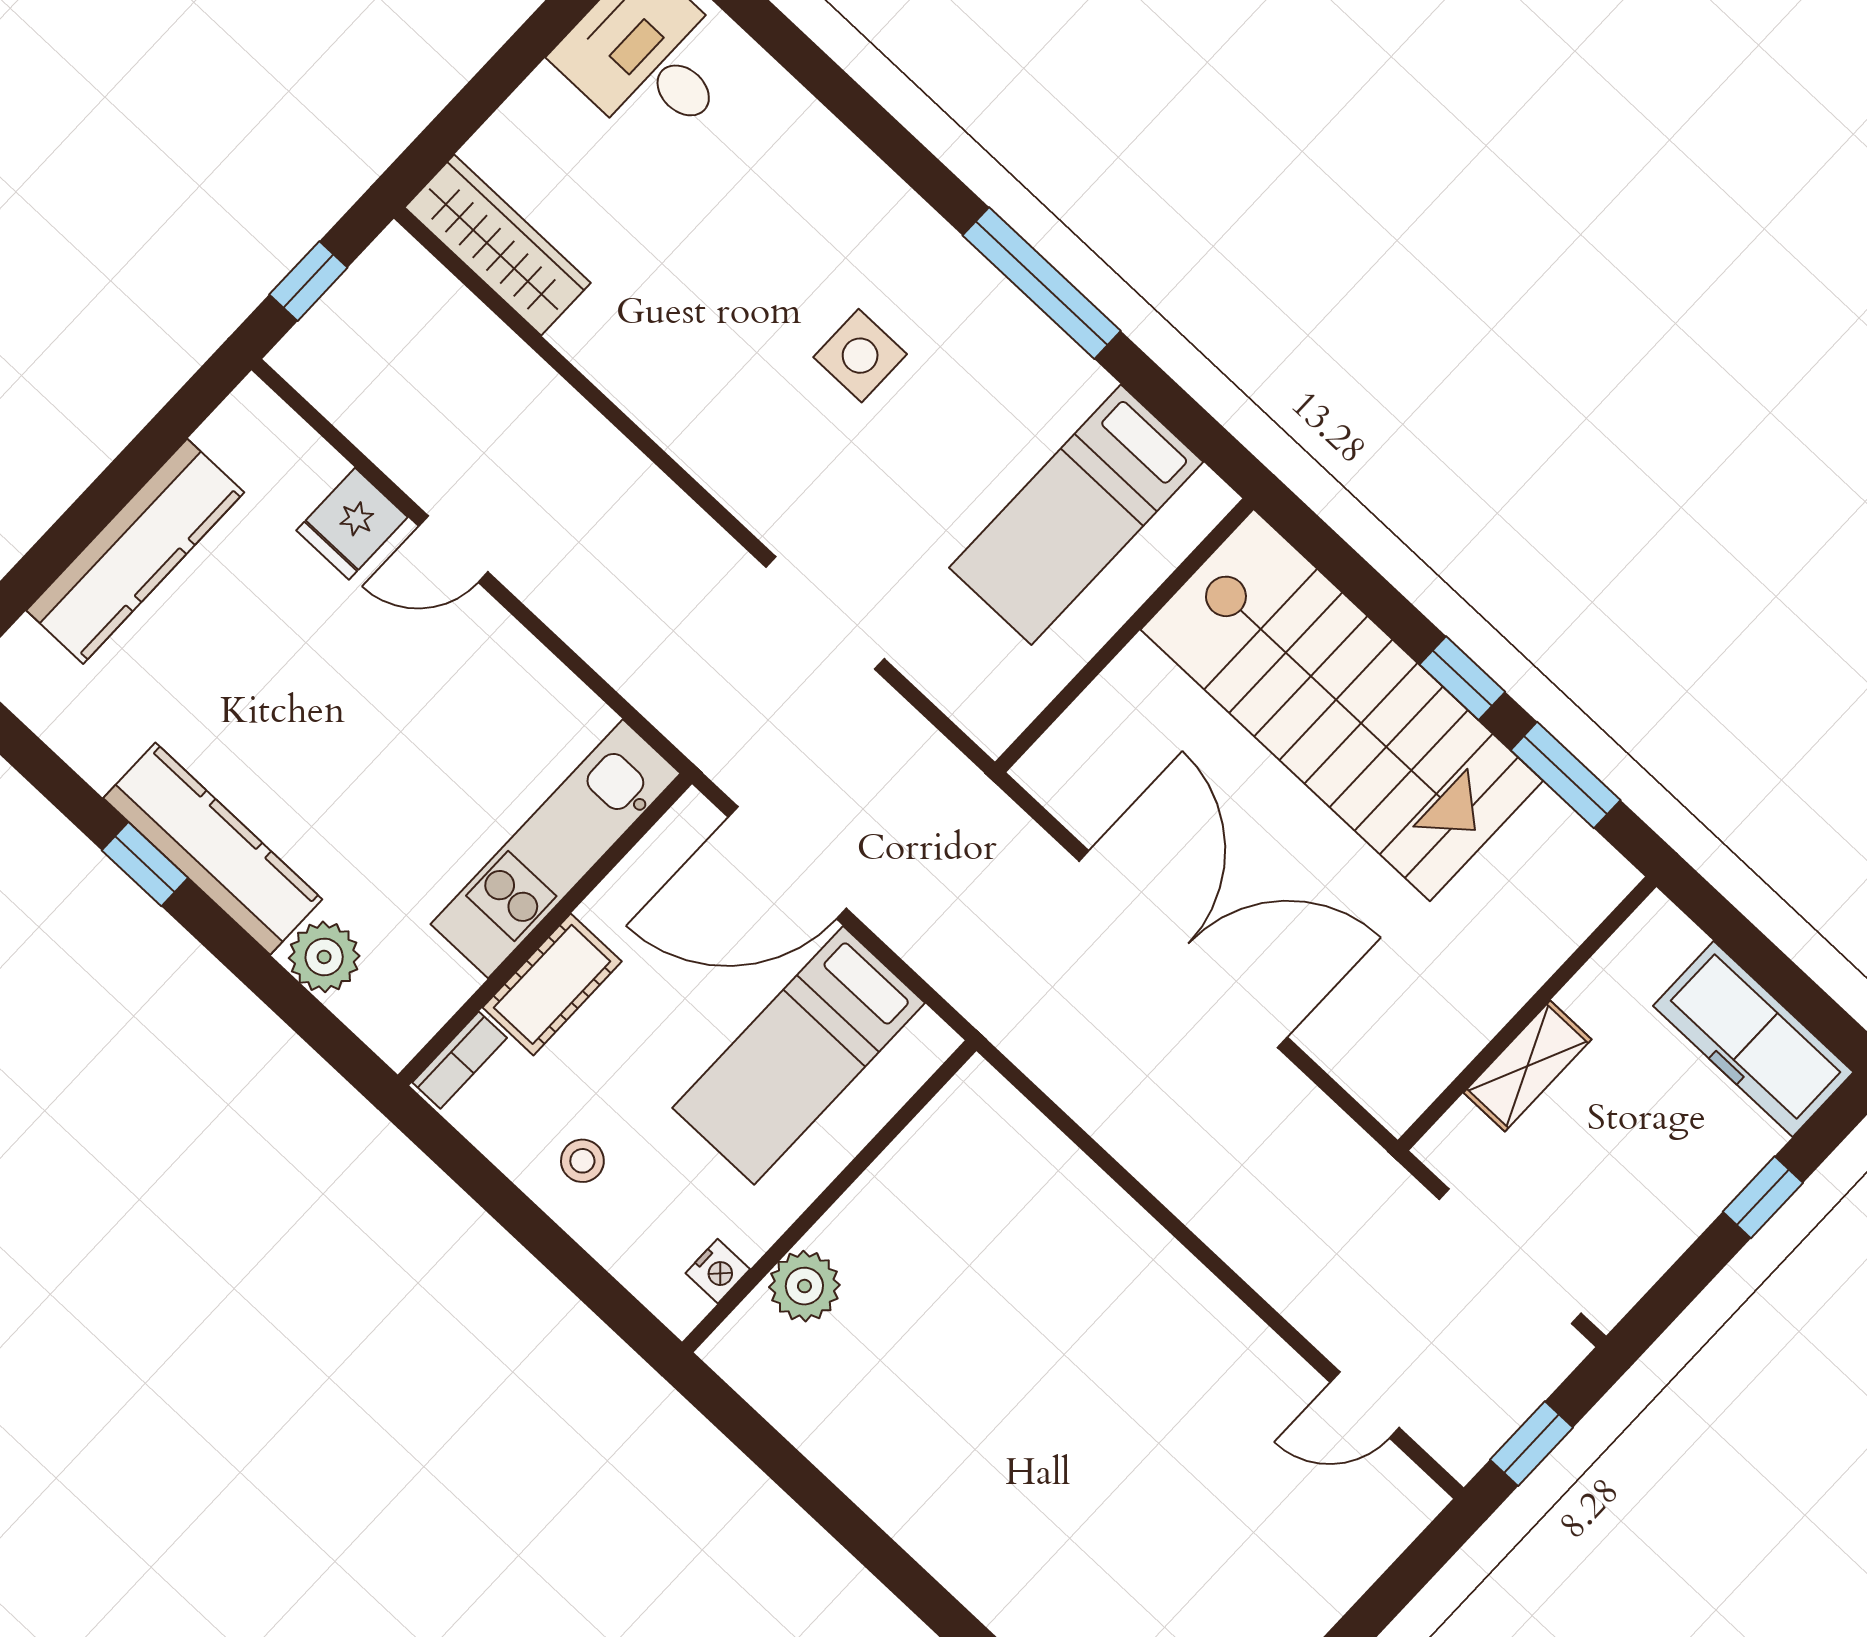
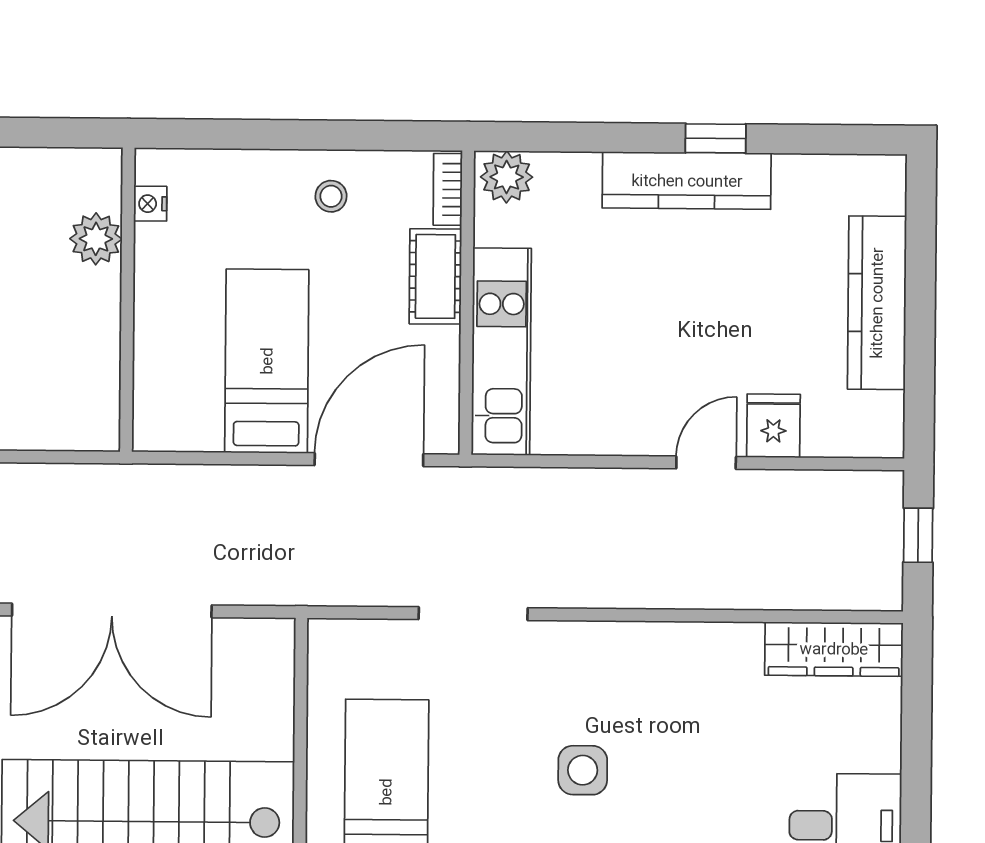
plant: (324, 957) -> (507, 177), moved
wall: (829, 1196) -> (127, 300), moved
nightstand: (718, 1271) -> (150, 204), moved
plant: (804, 1286) -> (96, 239), moved

